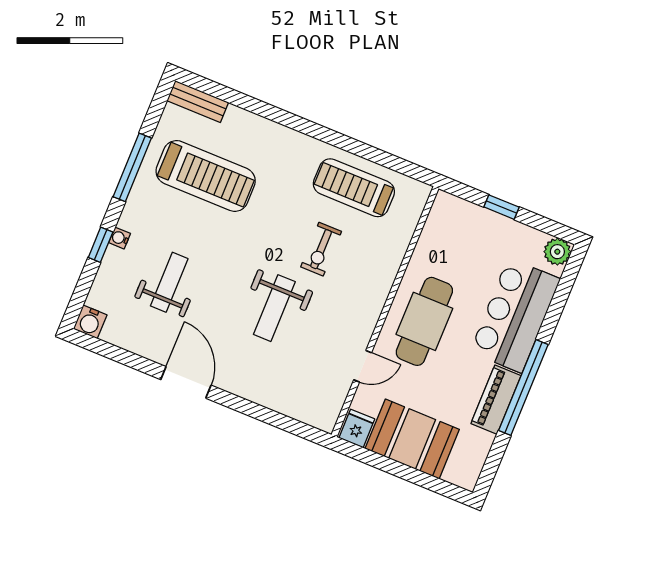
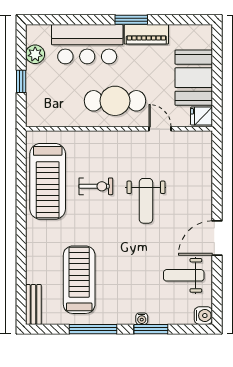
treadmill: (354, 188) -> (48, 181), width x1.37, depth x1.38
window: (101, 245) -> (151, 329), width x1.50
plant: (557, 252) -> (35, 54), moved
weight bench: (169, 282) -> (184, 275), moved
weight bench: (274, 308) -> (146, 201), turned 90
window: (523, 387) -> (131, 20), width x0.47

